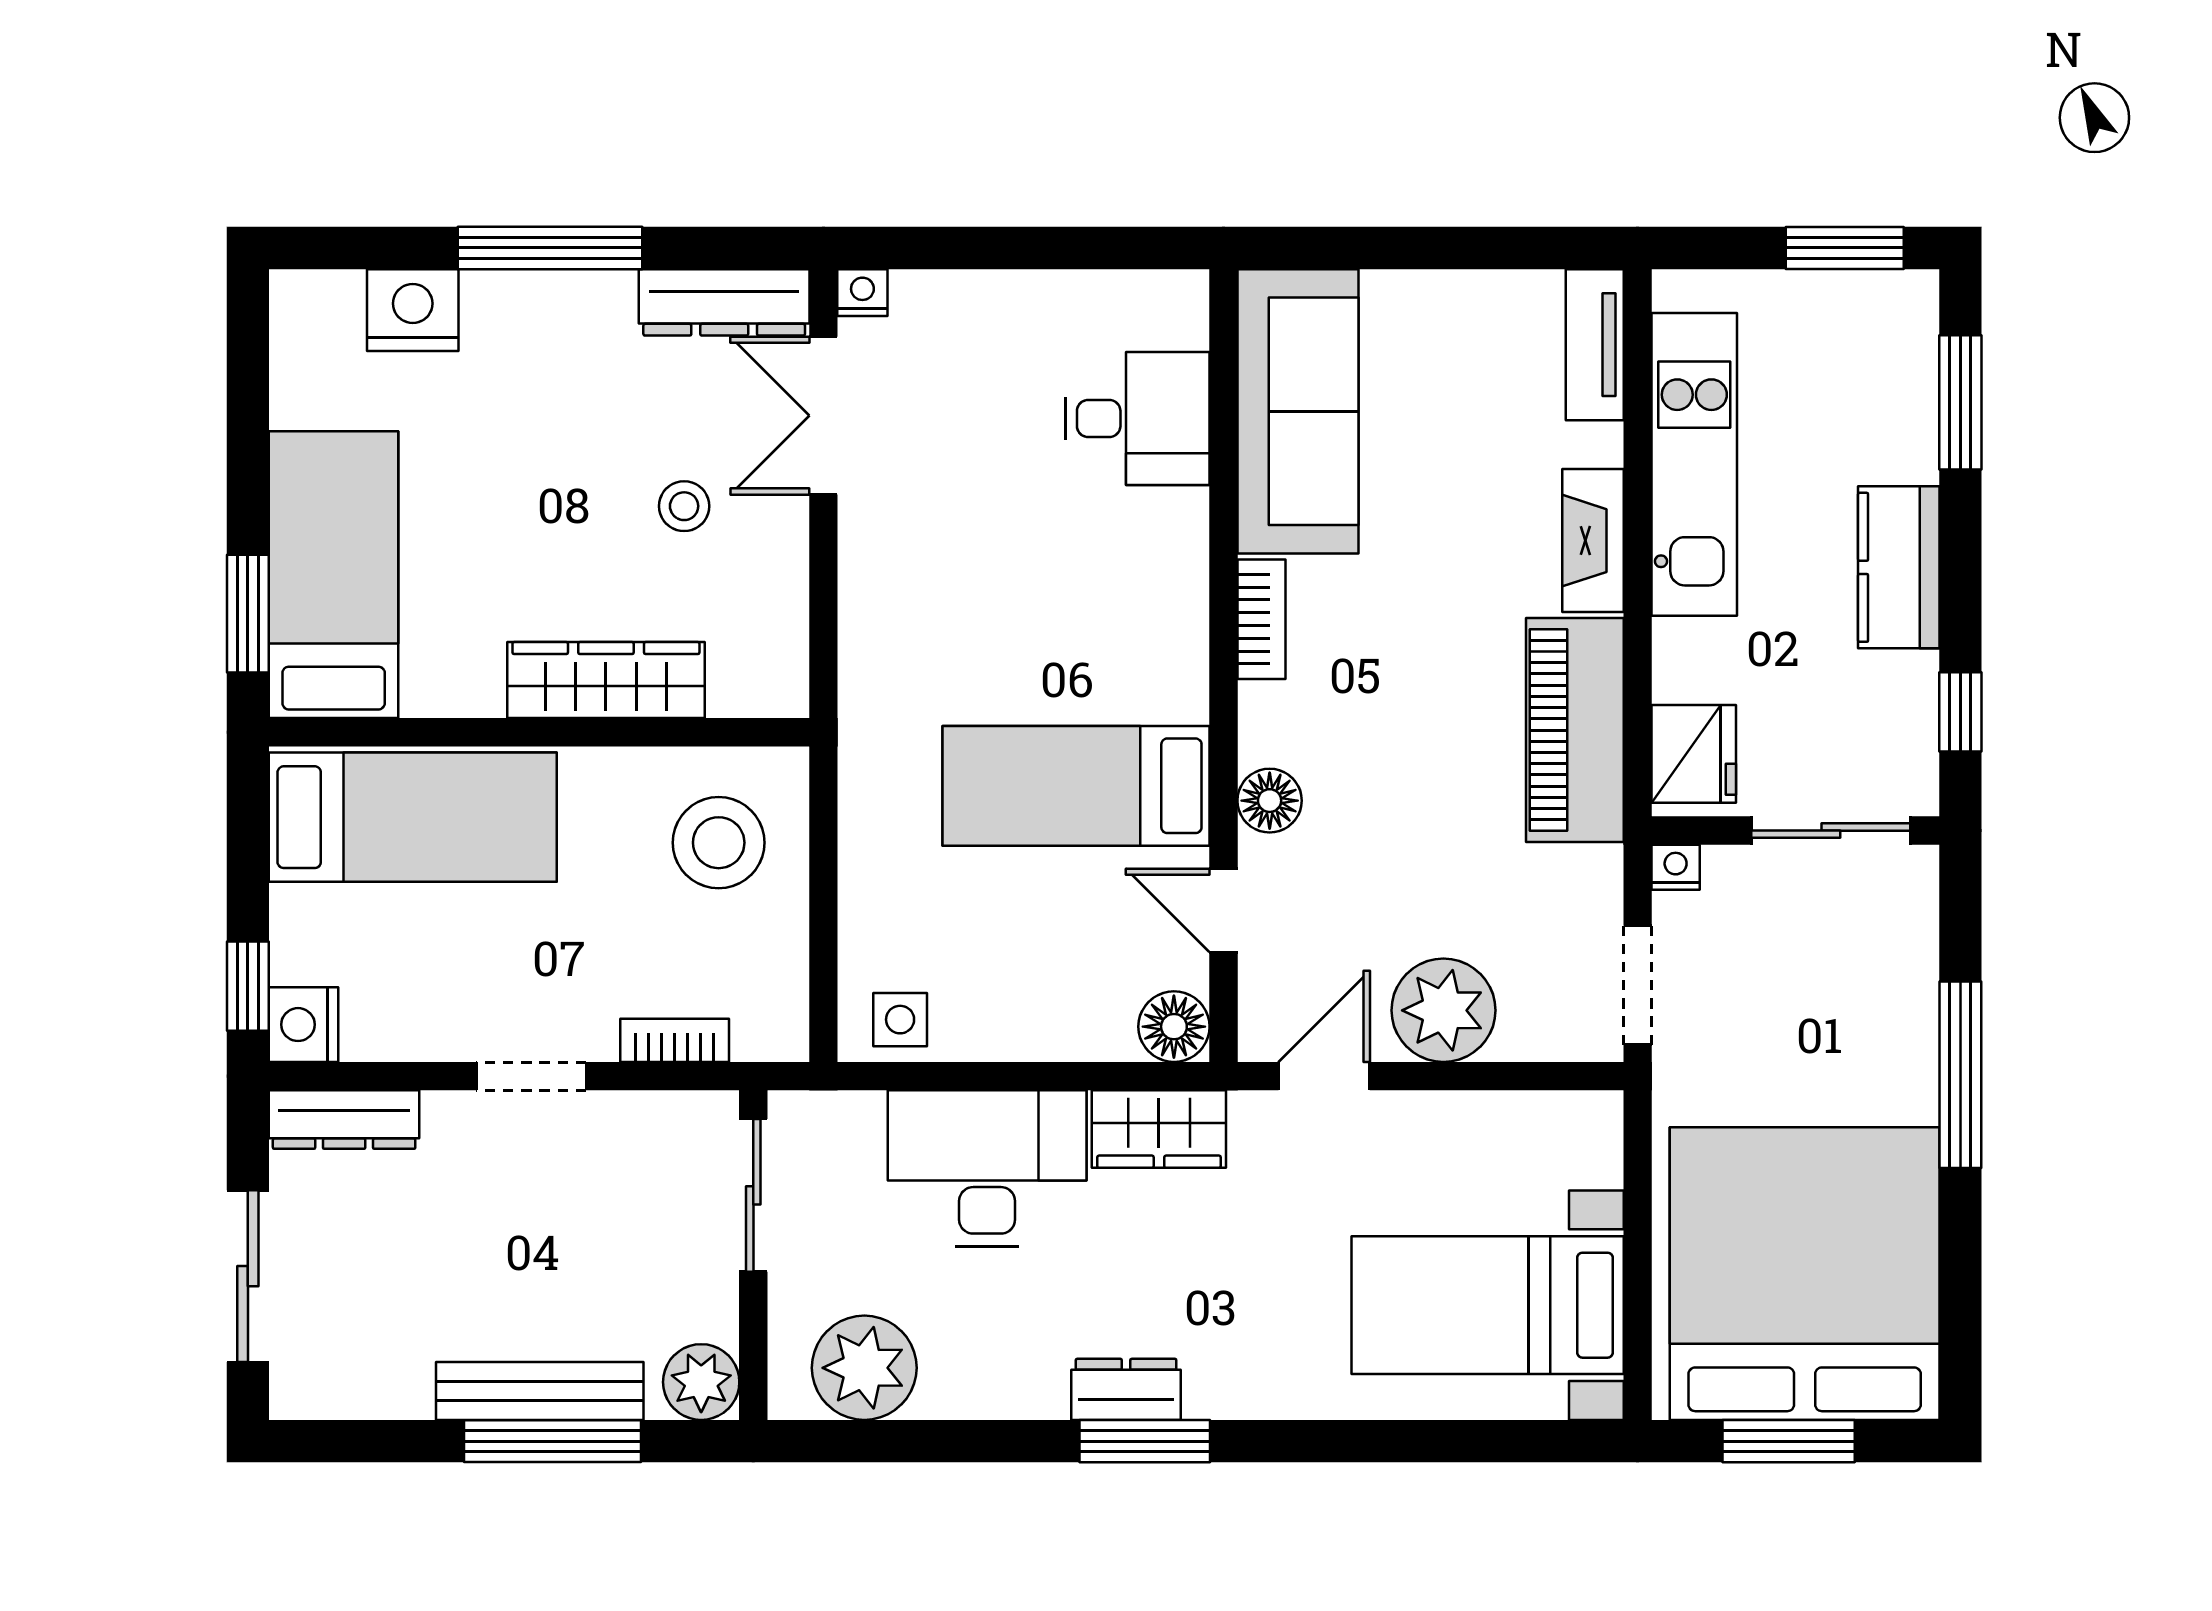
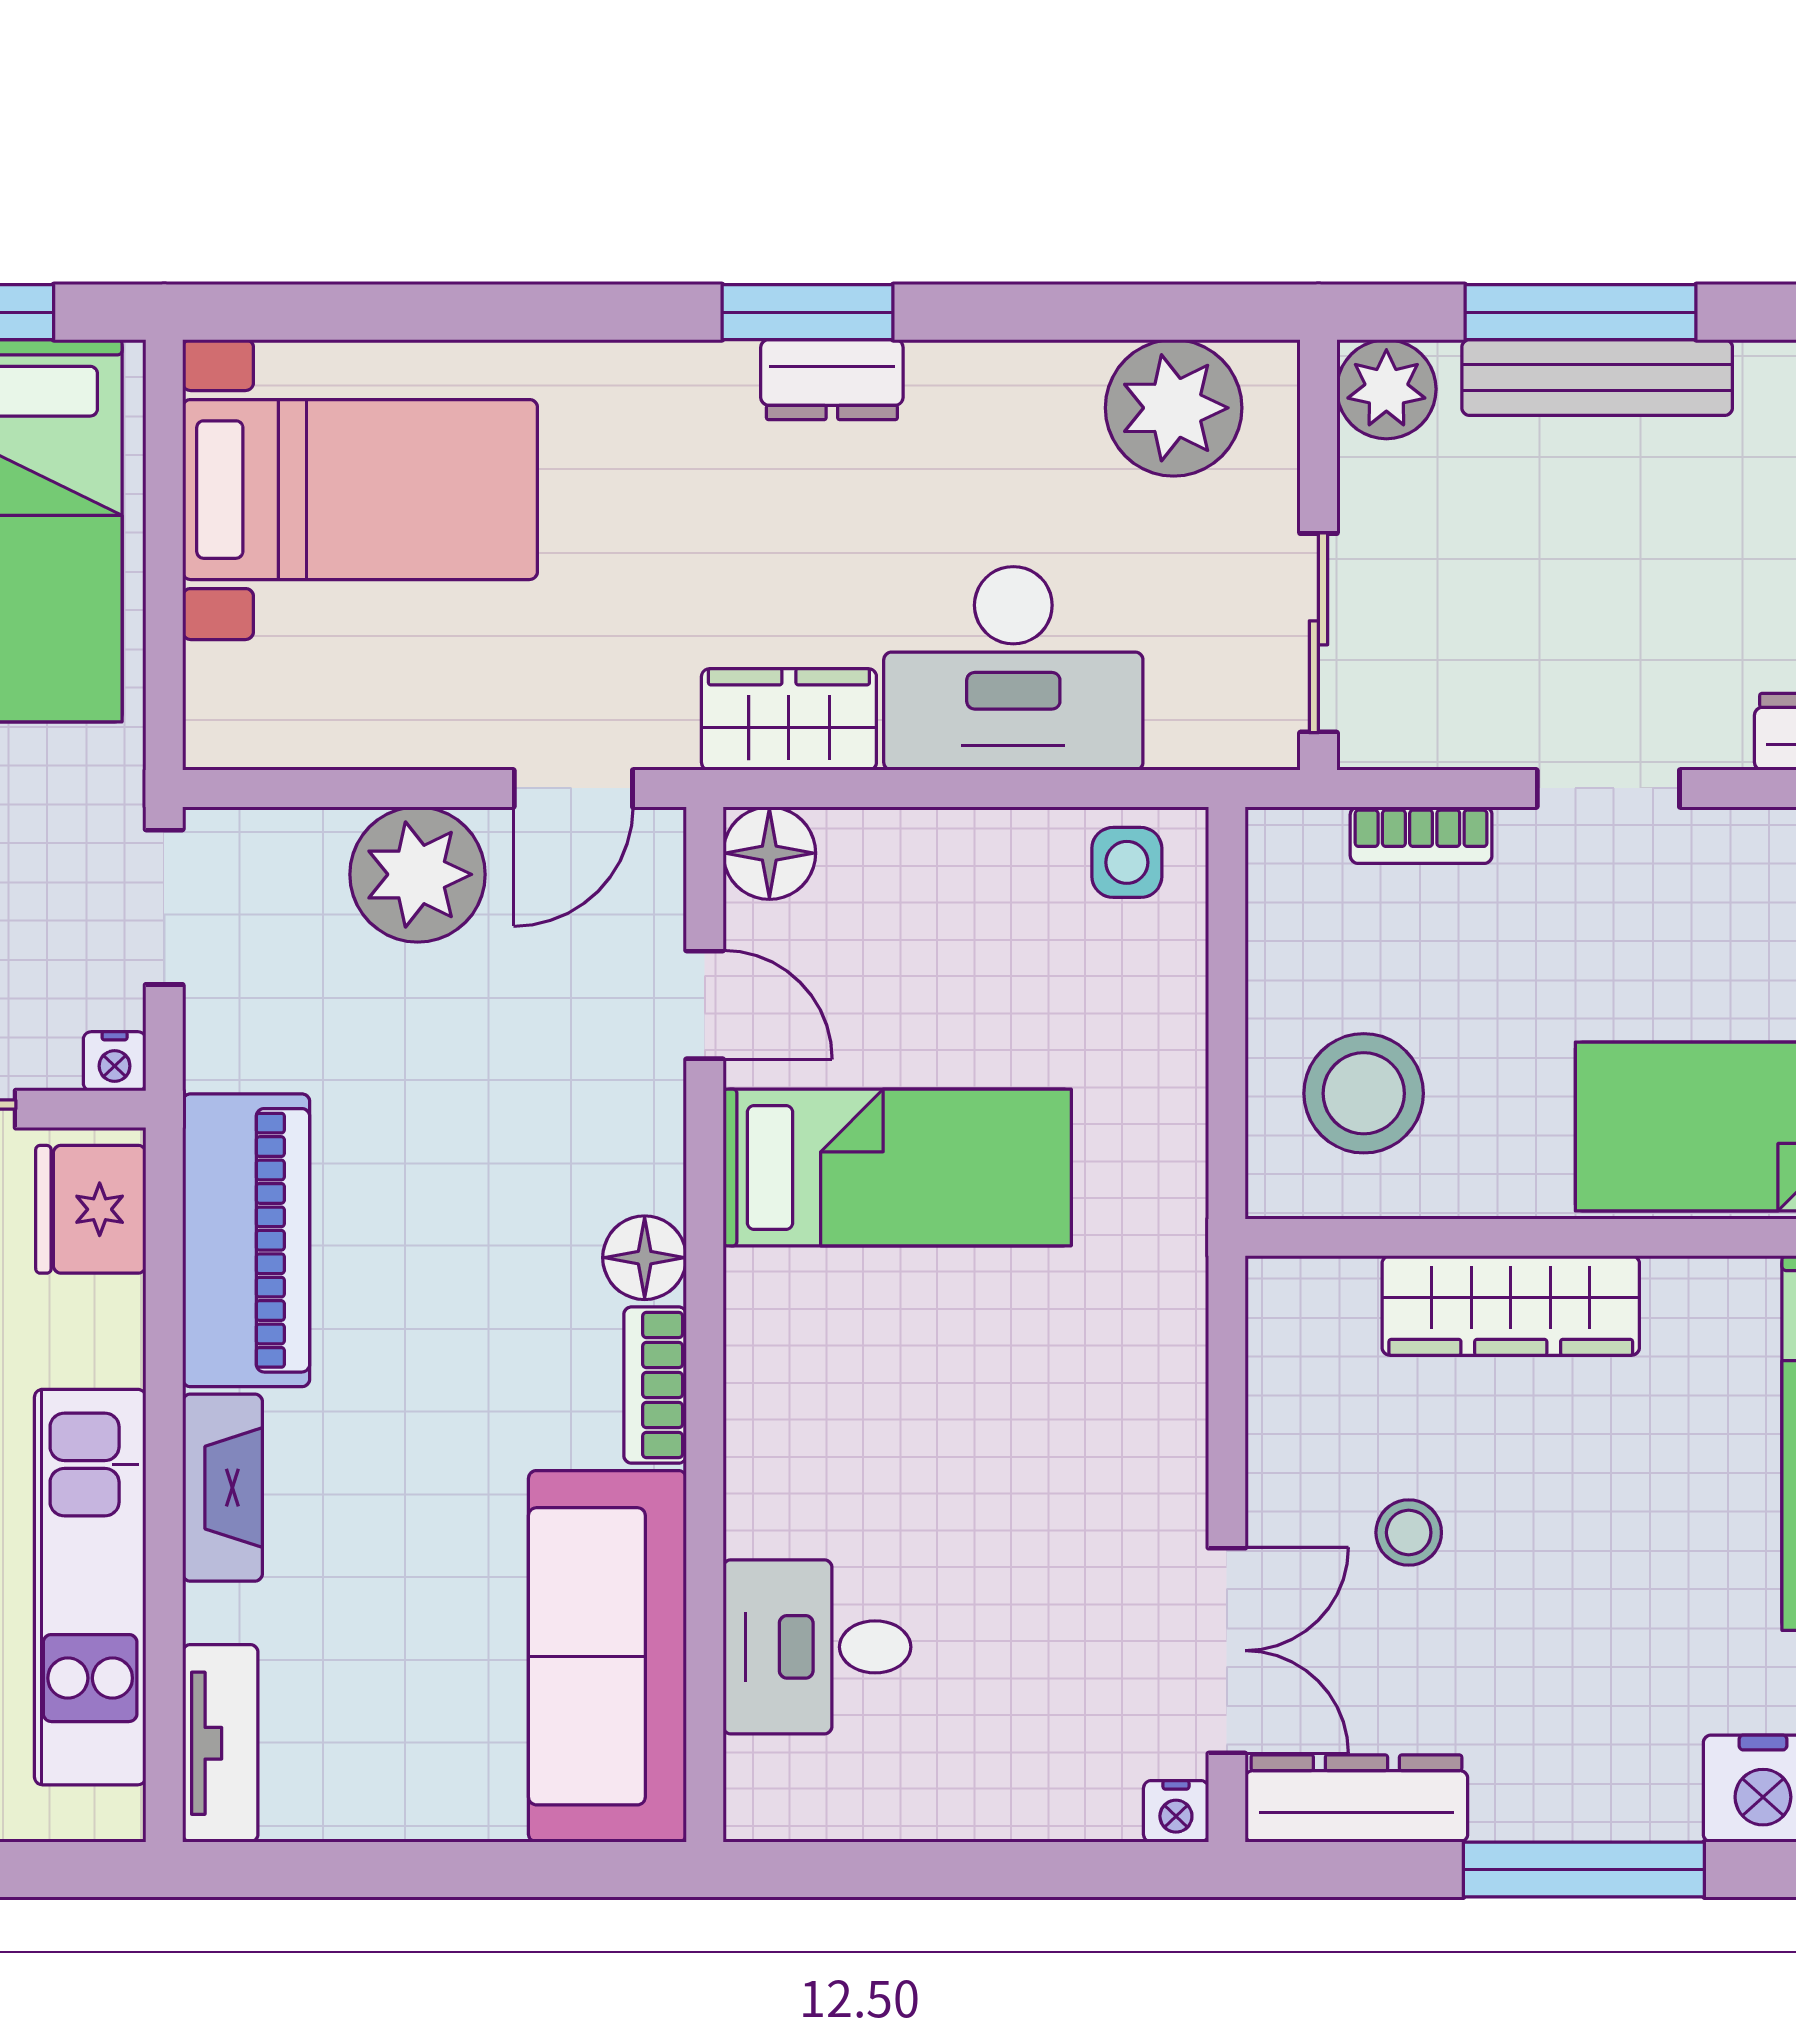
floor lamp: (1270, 801) -> (645, 1258), moved

